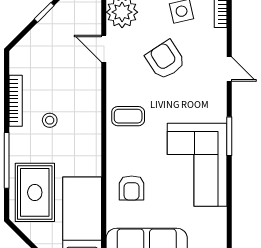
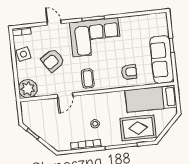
door: (104, 49) -> (65, 95), moved
door: (229, 69) -> (54, 23), hinge flipped
corner sofa: (197, 165) -> (95, 37), moved

